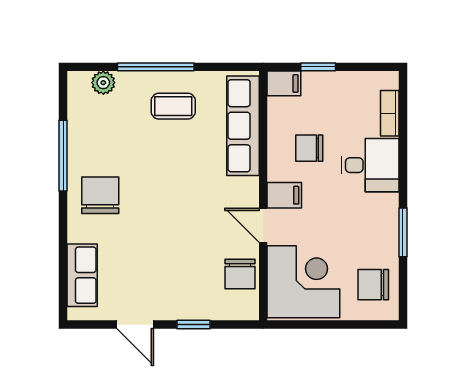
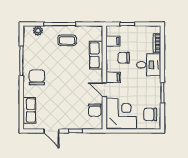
filing cabinet: (284, 83) -> (113, 41), moved
row of seats: (243, 126) -> (96, 55), width x0.68

